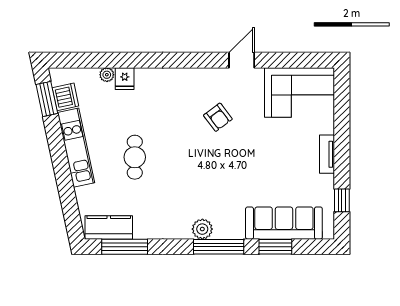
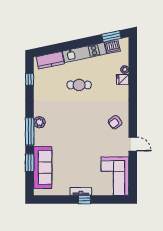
armchair: (218, 117) -> (115, 122), moved
window: (342, 200) -> (84, 200), moved
kitchen counter: (109, 228) -> (50, 60), moved, turned 78
window: (125, 247) -> (30, 79), width x0.46

